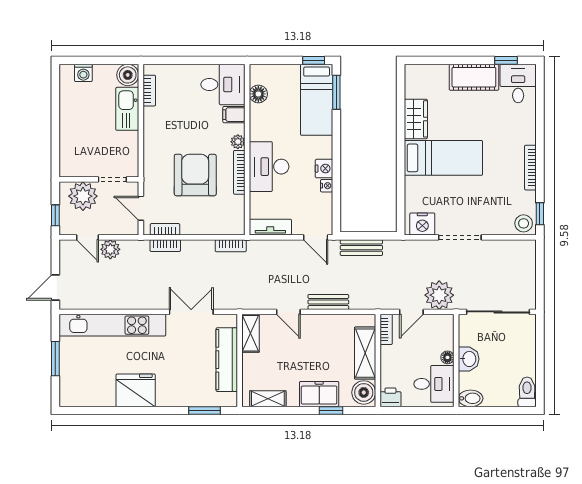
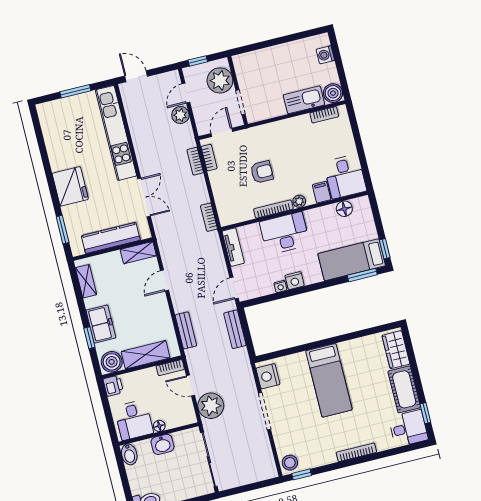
wardrobe: (416, 119) -> (396, 350), moved, turned 90
bookcase: (530, 168) -> (356, 452), moved
armchair: (195, 175) -> (262, 172), width x0.53, depth x0.53
bench: (328, 302) -> (186, 330), moved
fridge: (136, 390) -> (70, 186), moved

